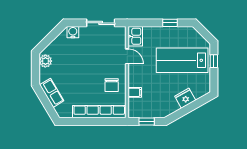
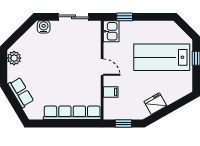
window: (170, 23) -> (125, 17), moved
door: (127, 56) -> (102, 67), moved
chair: (112, 85) -> (86, 84), removed
fridge: (185, 98) -> (155, 104), moved

